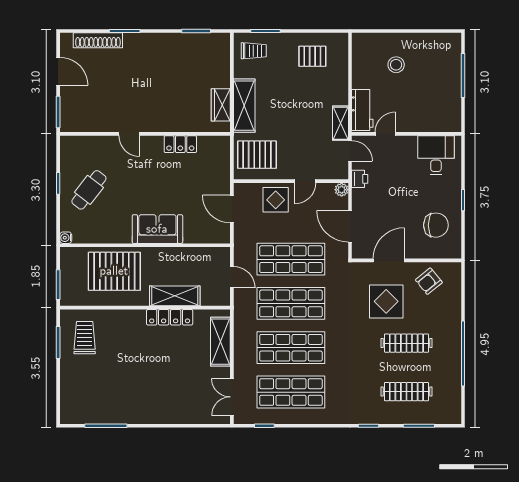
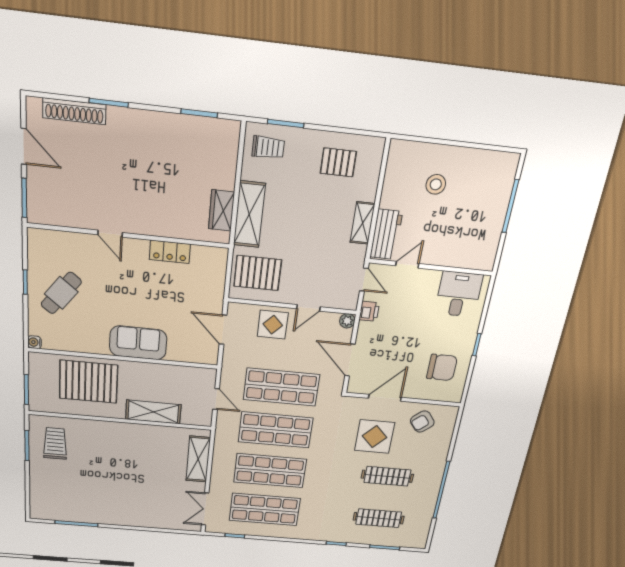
shelving: (341, 123) -> (362, 223), moved
locker: (170, 317) -> (146, 432), removed

